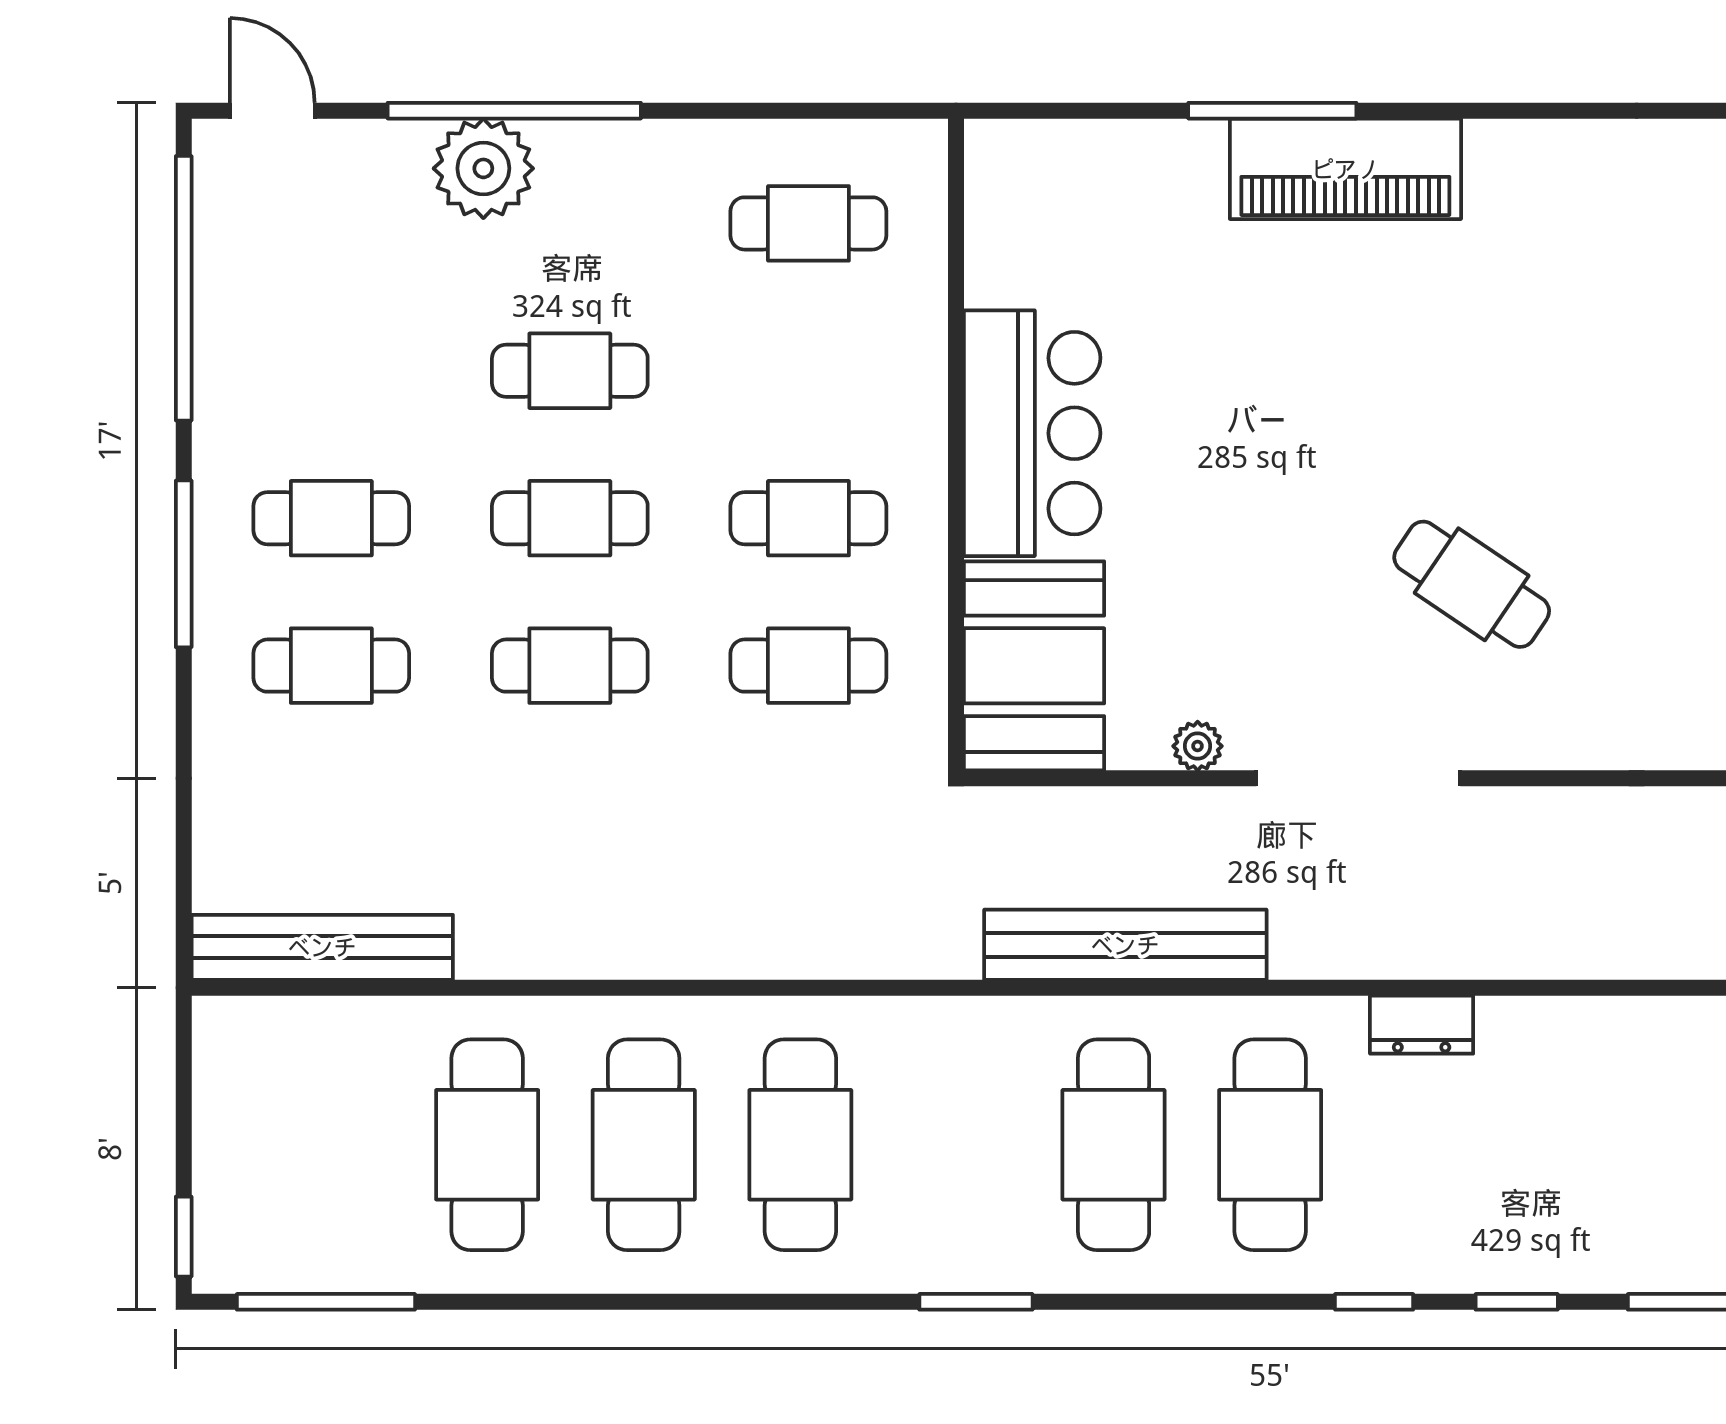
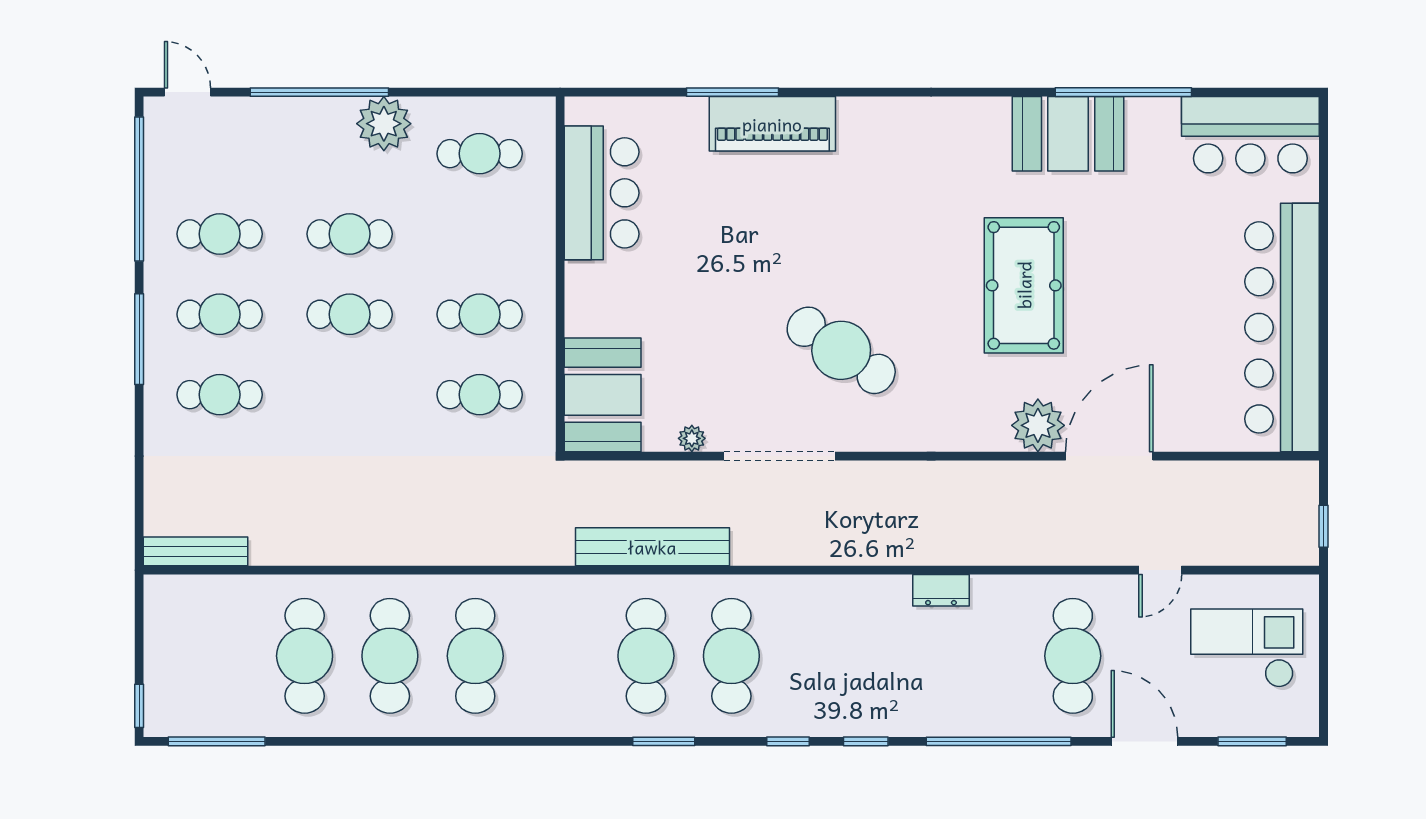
plant: (483, 168) -> (384, 124), moved
bar counter: (1032, 433) -> (602, 193), moved
cafe table: (1472, 584) -> (841, 350), width x1.37, depth x1.35
cafe table: (570, 666) -> (220, 234), moved
bench: (322, 947) -> (196, 551), width x0.73, depth x0.82
dresser: (1422, 1025) -> (941, 590), moved
window: (976, 1302) -> (664, 741), moved

